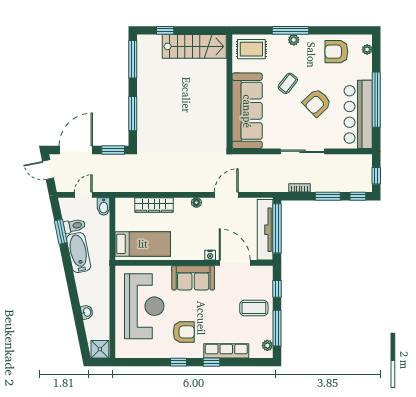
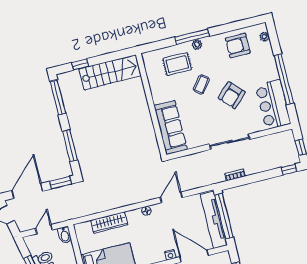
rug: (251, 49) -> (177, 64), moved
sofa: (247, 111) -> (171, 128), width x0.74, depth x0.79
bar counter: (358, 114) -> (273, 105), width x0.73
window: (328, 196) -> (262, 176), removed

